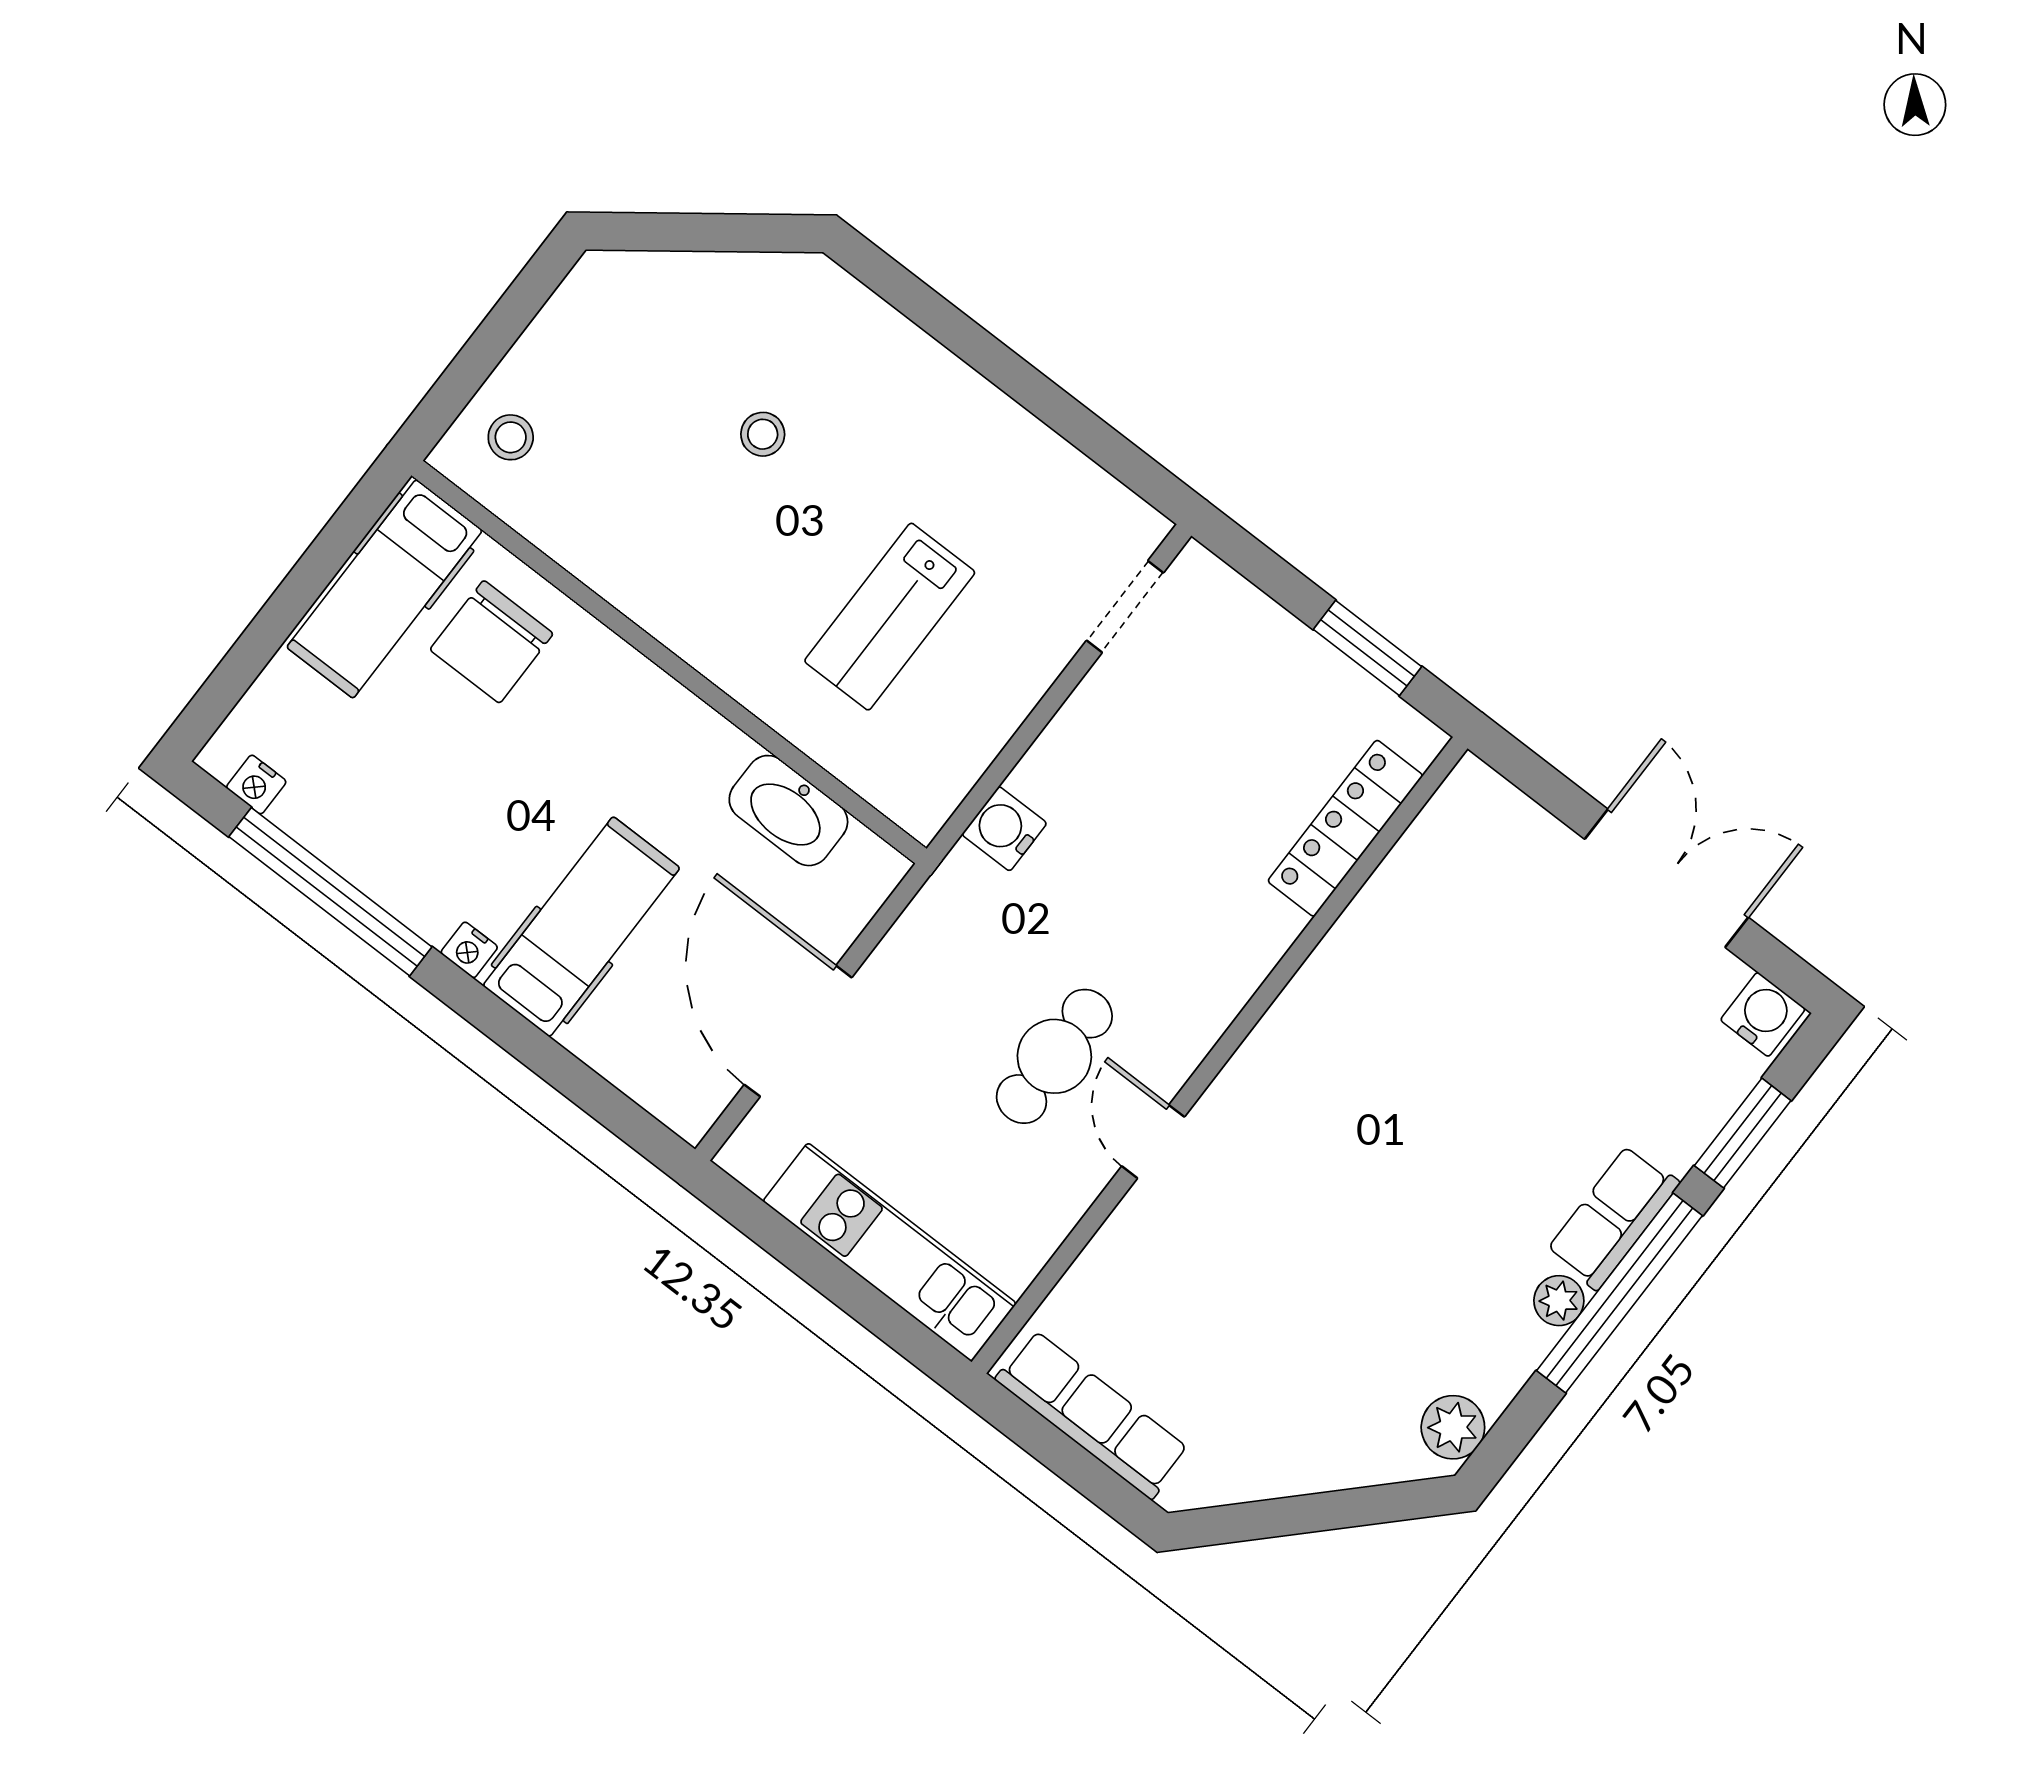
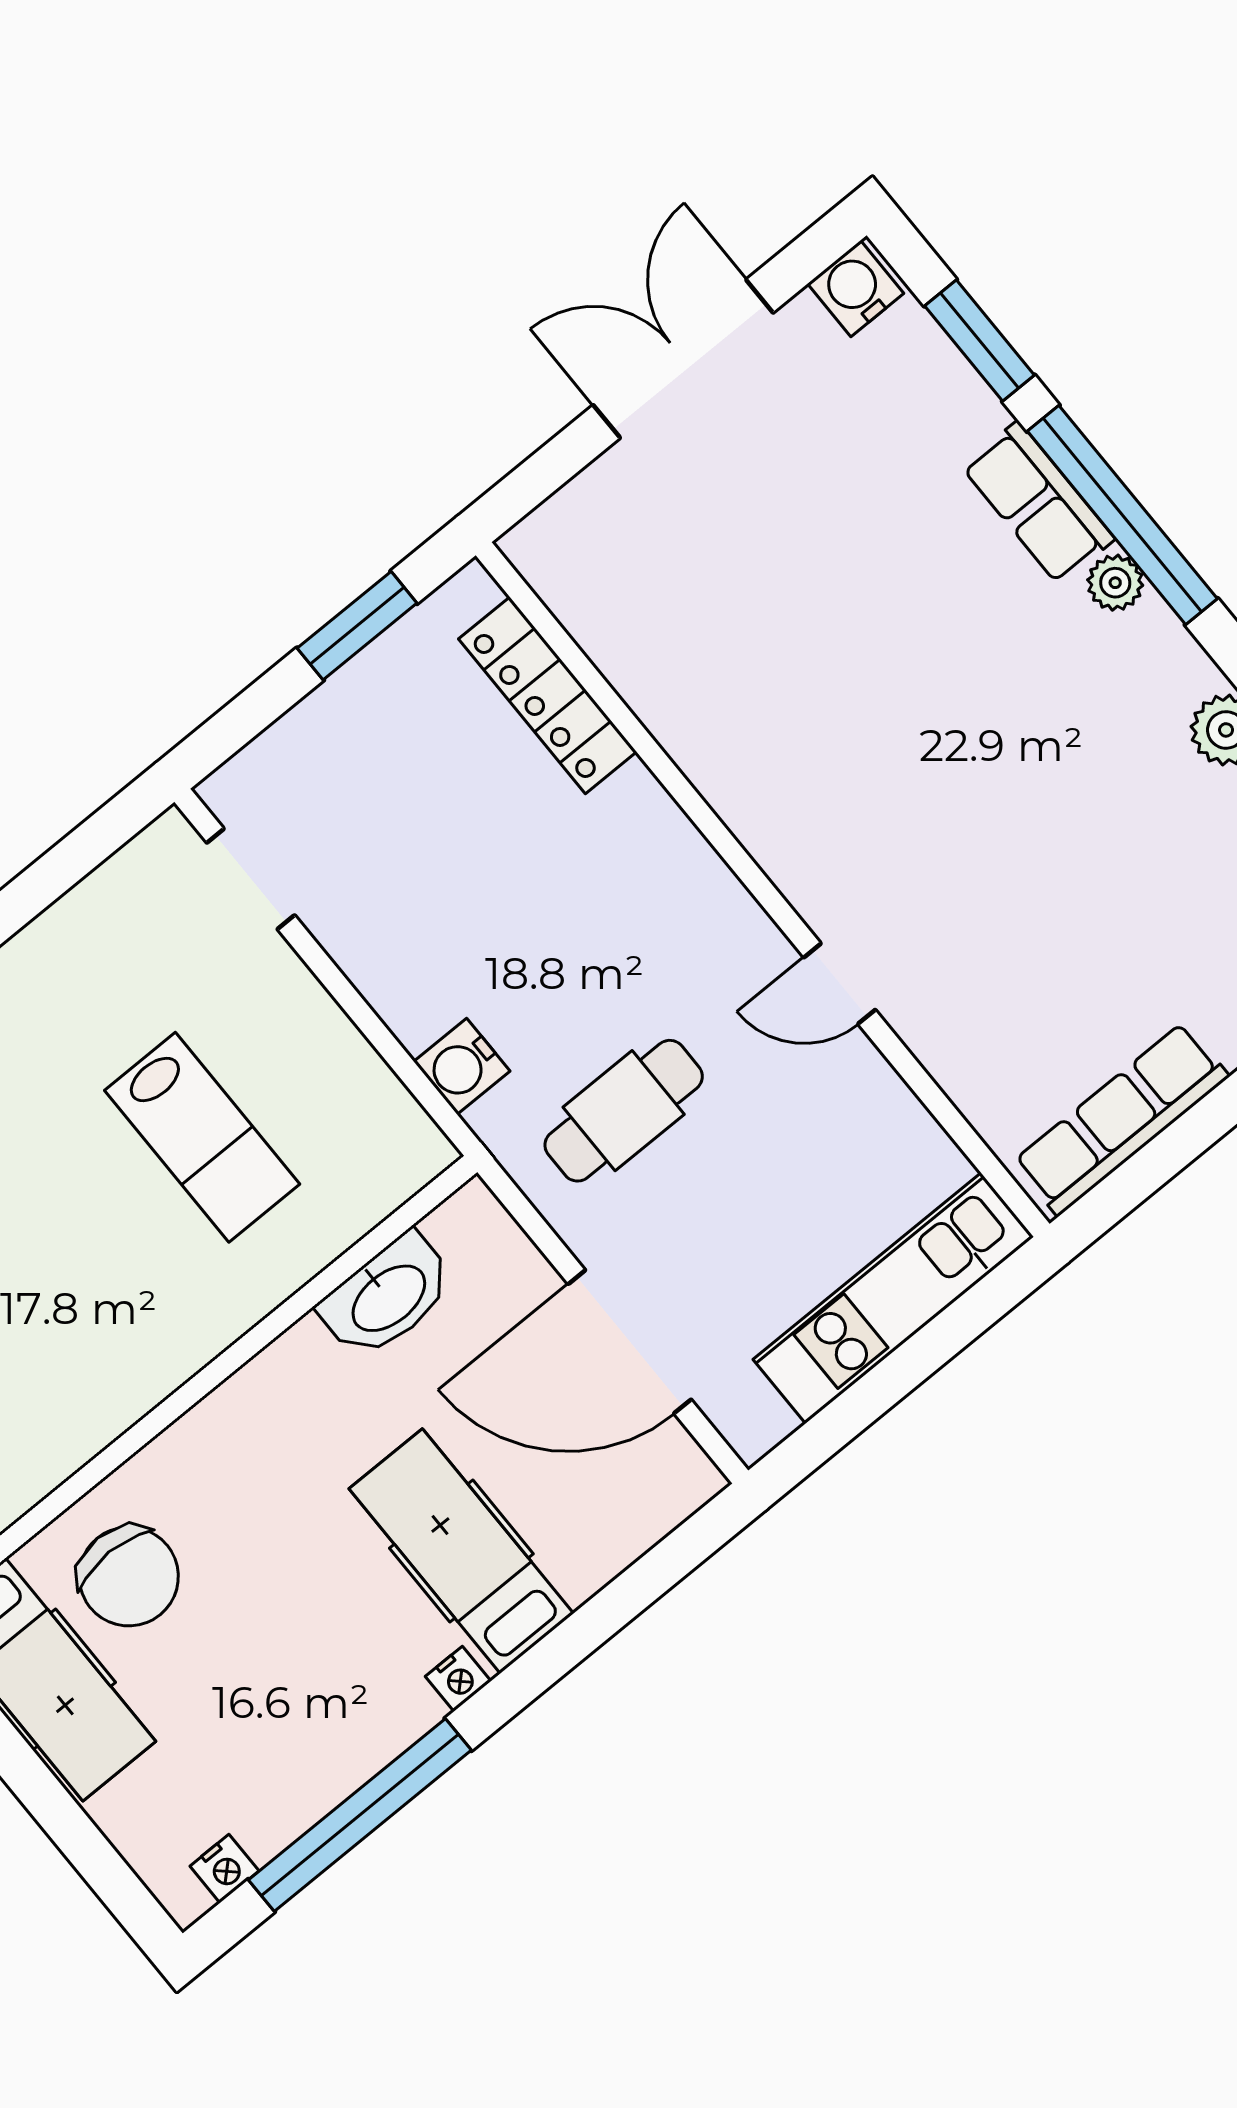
cafe table: (1054, 1056) -> (624, 1111), moved, turned 90

